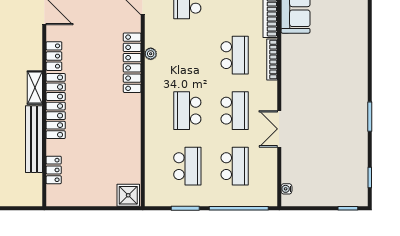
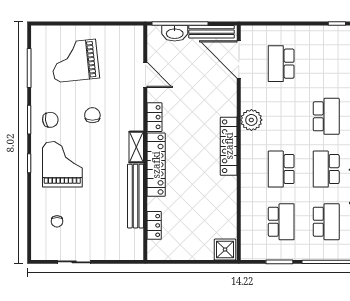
plant: (151, 54) -> (251, 120), width x1.88, depth x1.88
locker: (132, 63) -> (229, 146), moved
school desk: (235, 111) -> (326, 169), turned 180

